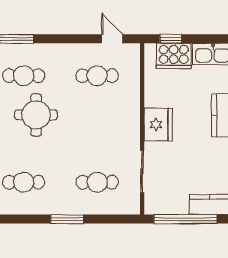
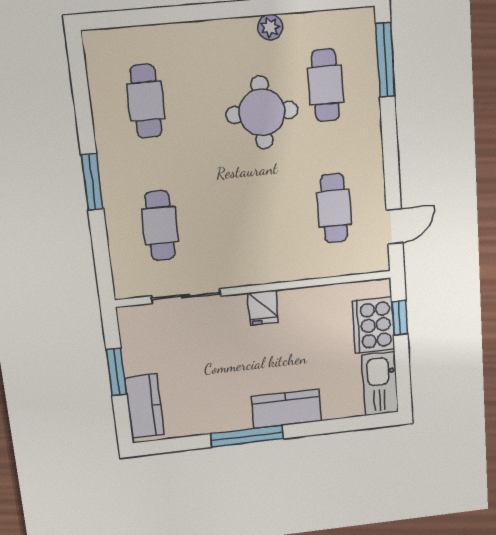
fridge: (158, 125) -> (263, 308), width x0.53, depth x0.75
window: (185, 219) -> (116, 372), width x0.47

